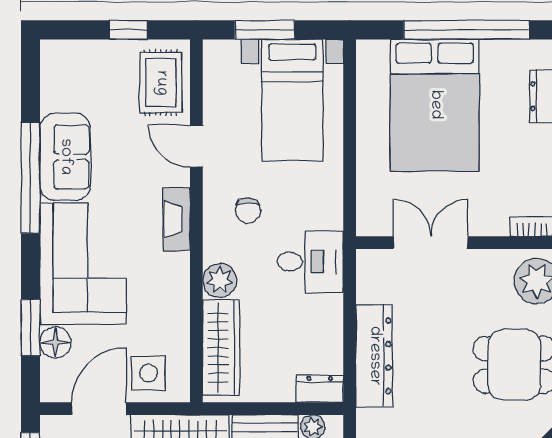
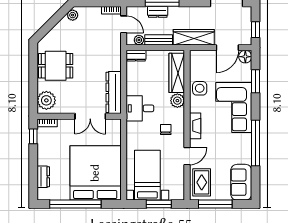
window: (128, 30) -> (215, 204), width x2.17
bed: (435, 105) -> (95, 173), width x1.36
door: (196, 146) -> (187, 156), hinge flipped
sofa: (65, 157) -> (241, 182), moved
floor lamp: (55, 342) -> (245, 57), moved
dresser: (374, 356) -> (114, 92), moved
side table: (149, 373) -> (200, 88), moved

